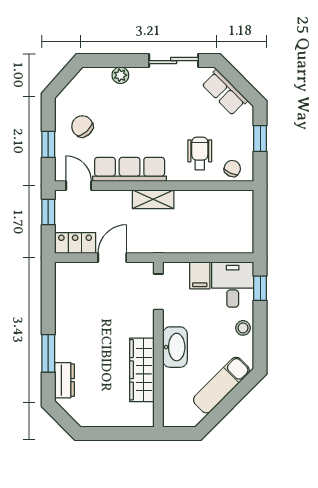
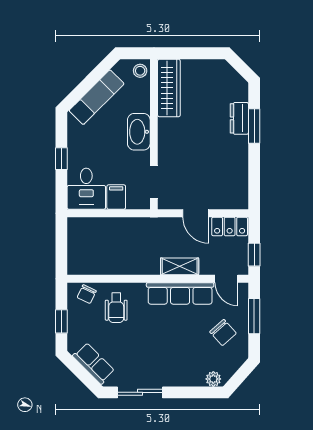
plant: (120, 75) -> (213, 379), moved
window: (48, 144) -> (254, 316), width x1.50
shelving: (153, 199) -> (180, 266), moved
door: (112, 258) -> (196, 213), hinge flipped
window: (260, 288) -> (61, 159), moved
stool: (243, 328) -> (140, 71), moved
wardrobe: (142, 370) -> (169, 88), moved
dresser: (64, 380) -> (239, 118), moved

